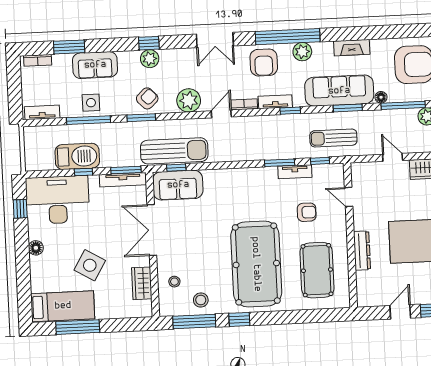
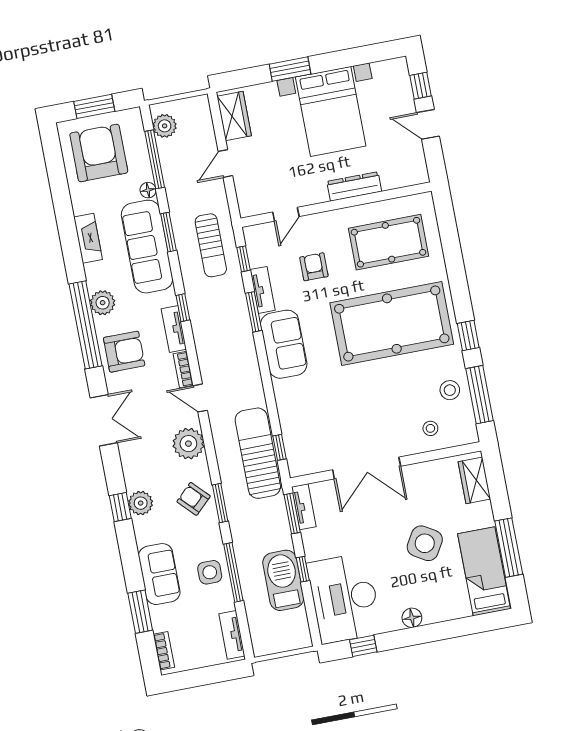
tv unit: (123, 180) -> (304, 507), width x0.71
sofa: (178, 185) -> (284, 344), moved
wardrobe: (142, 283) -> (474, 480), moved, turned 90

